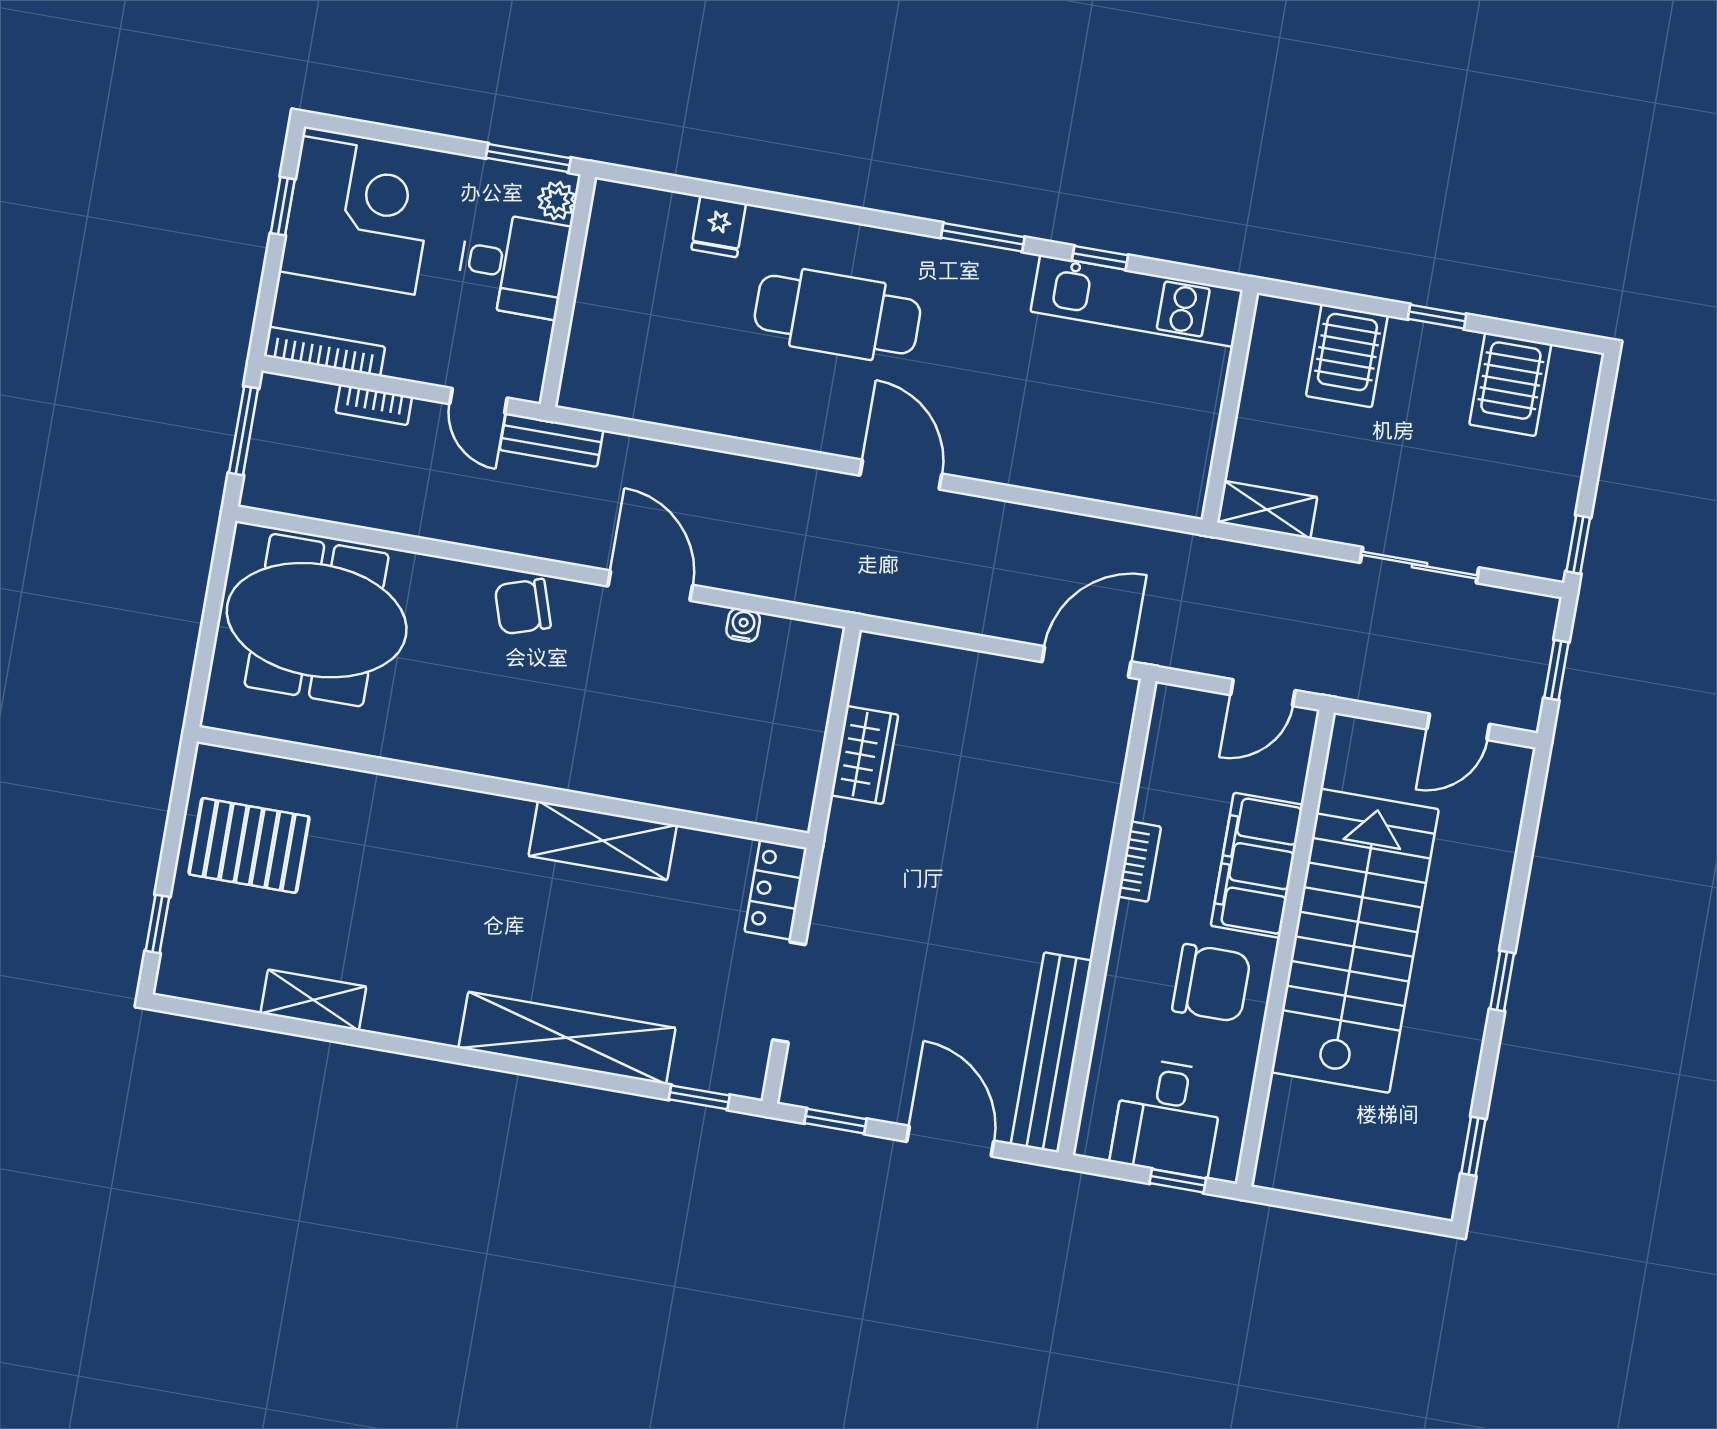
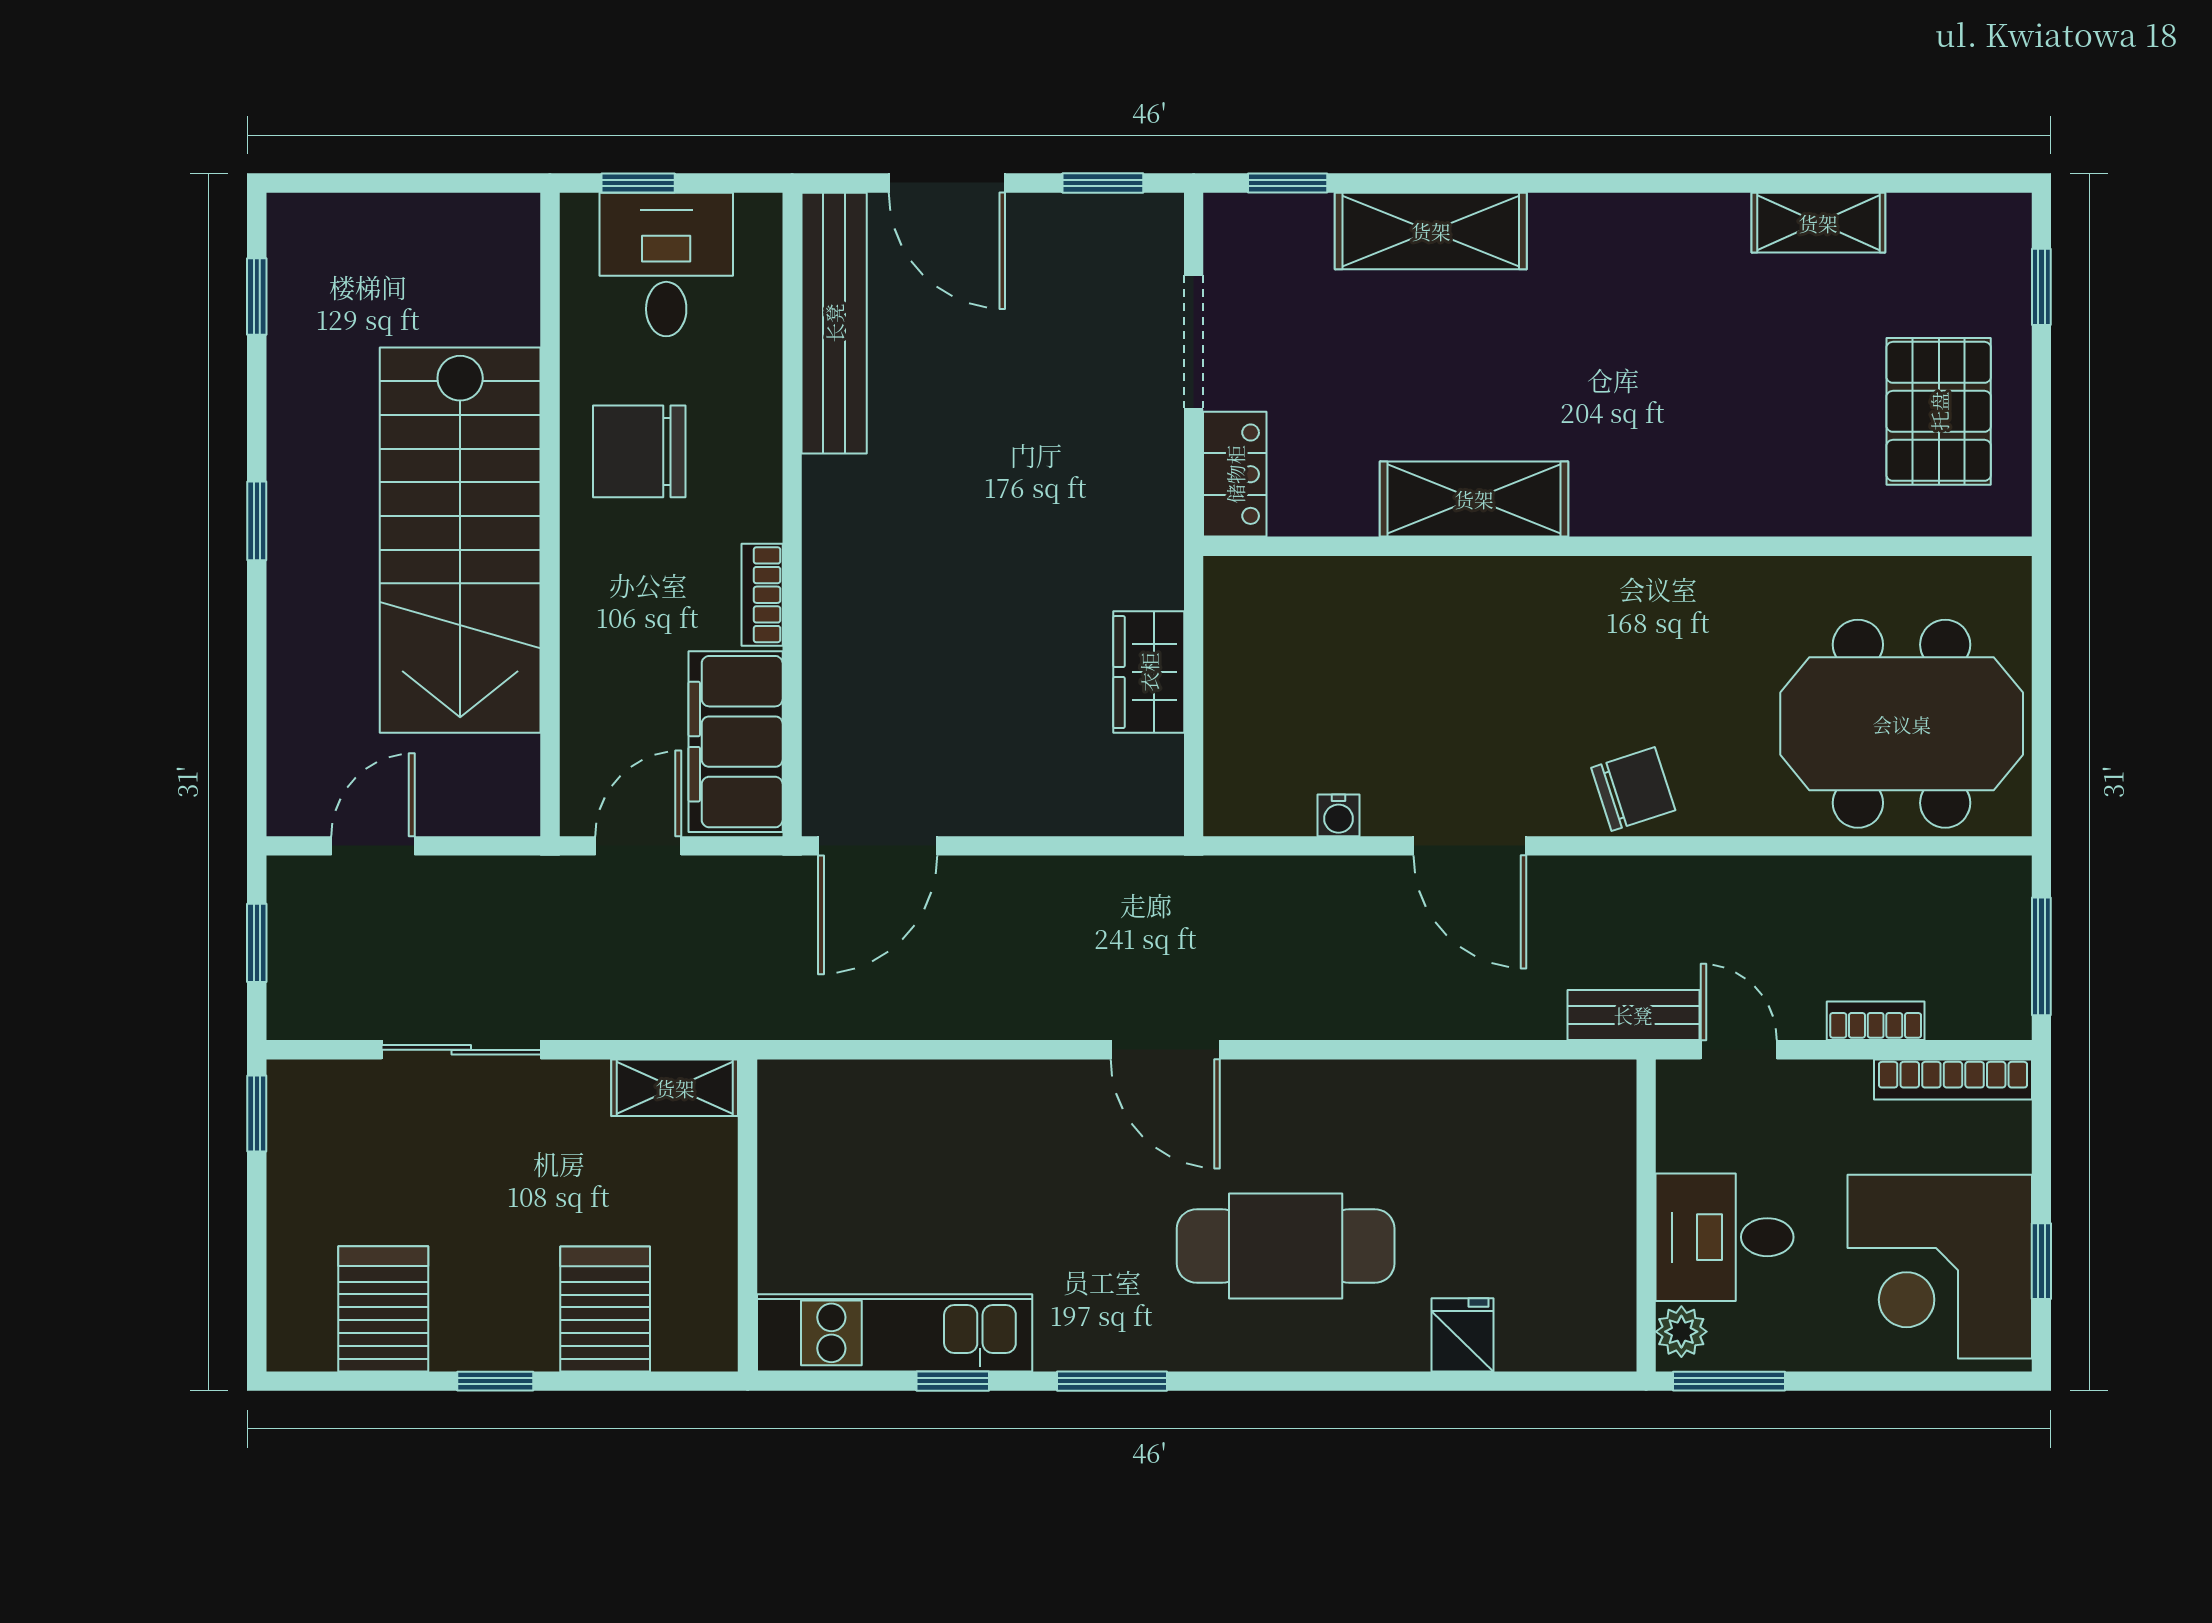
pallet: (249, 845) -> (1939, 411), turned 90
filing cabinet: (1257, 865) -> (736, 742), moved, turned 180
shelving: (567, 1038) -> (1431, 231), width x0.68

